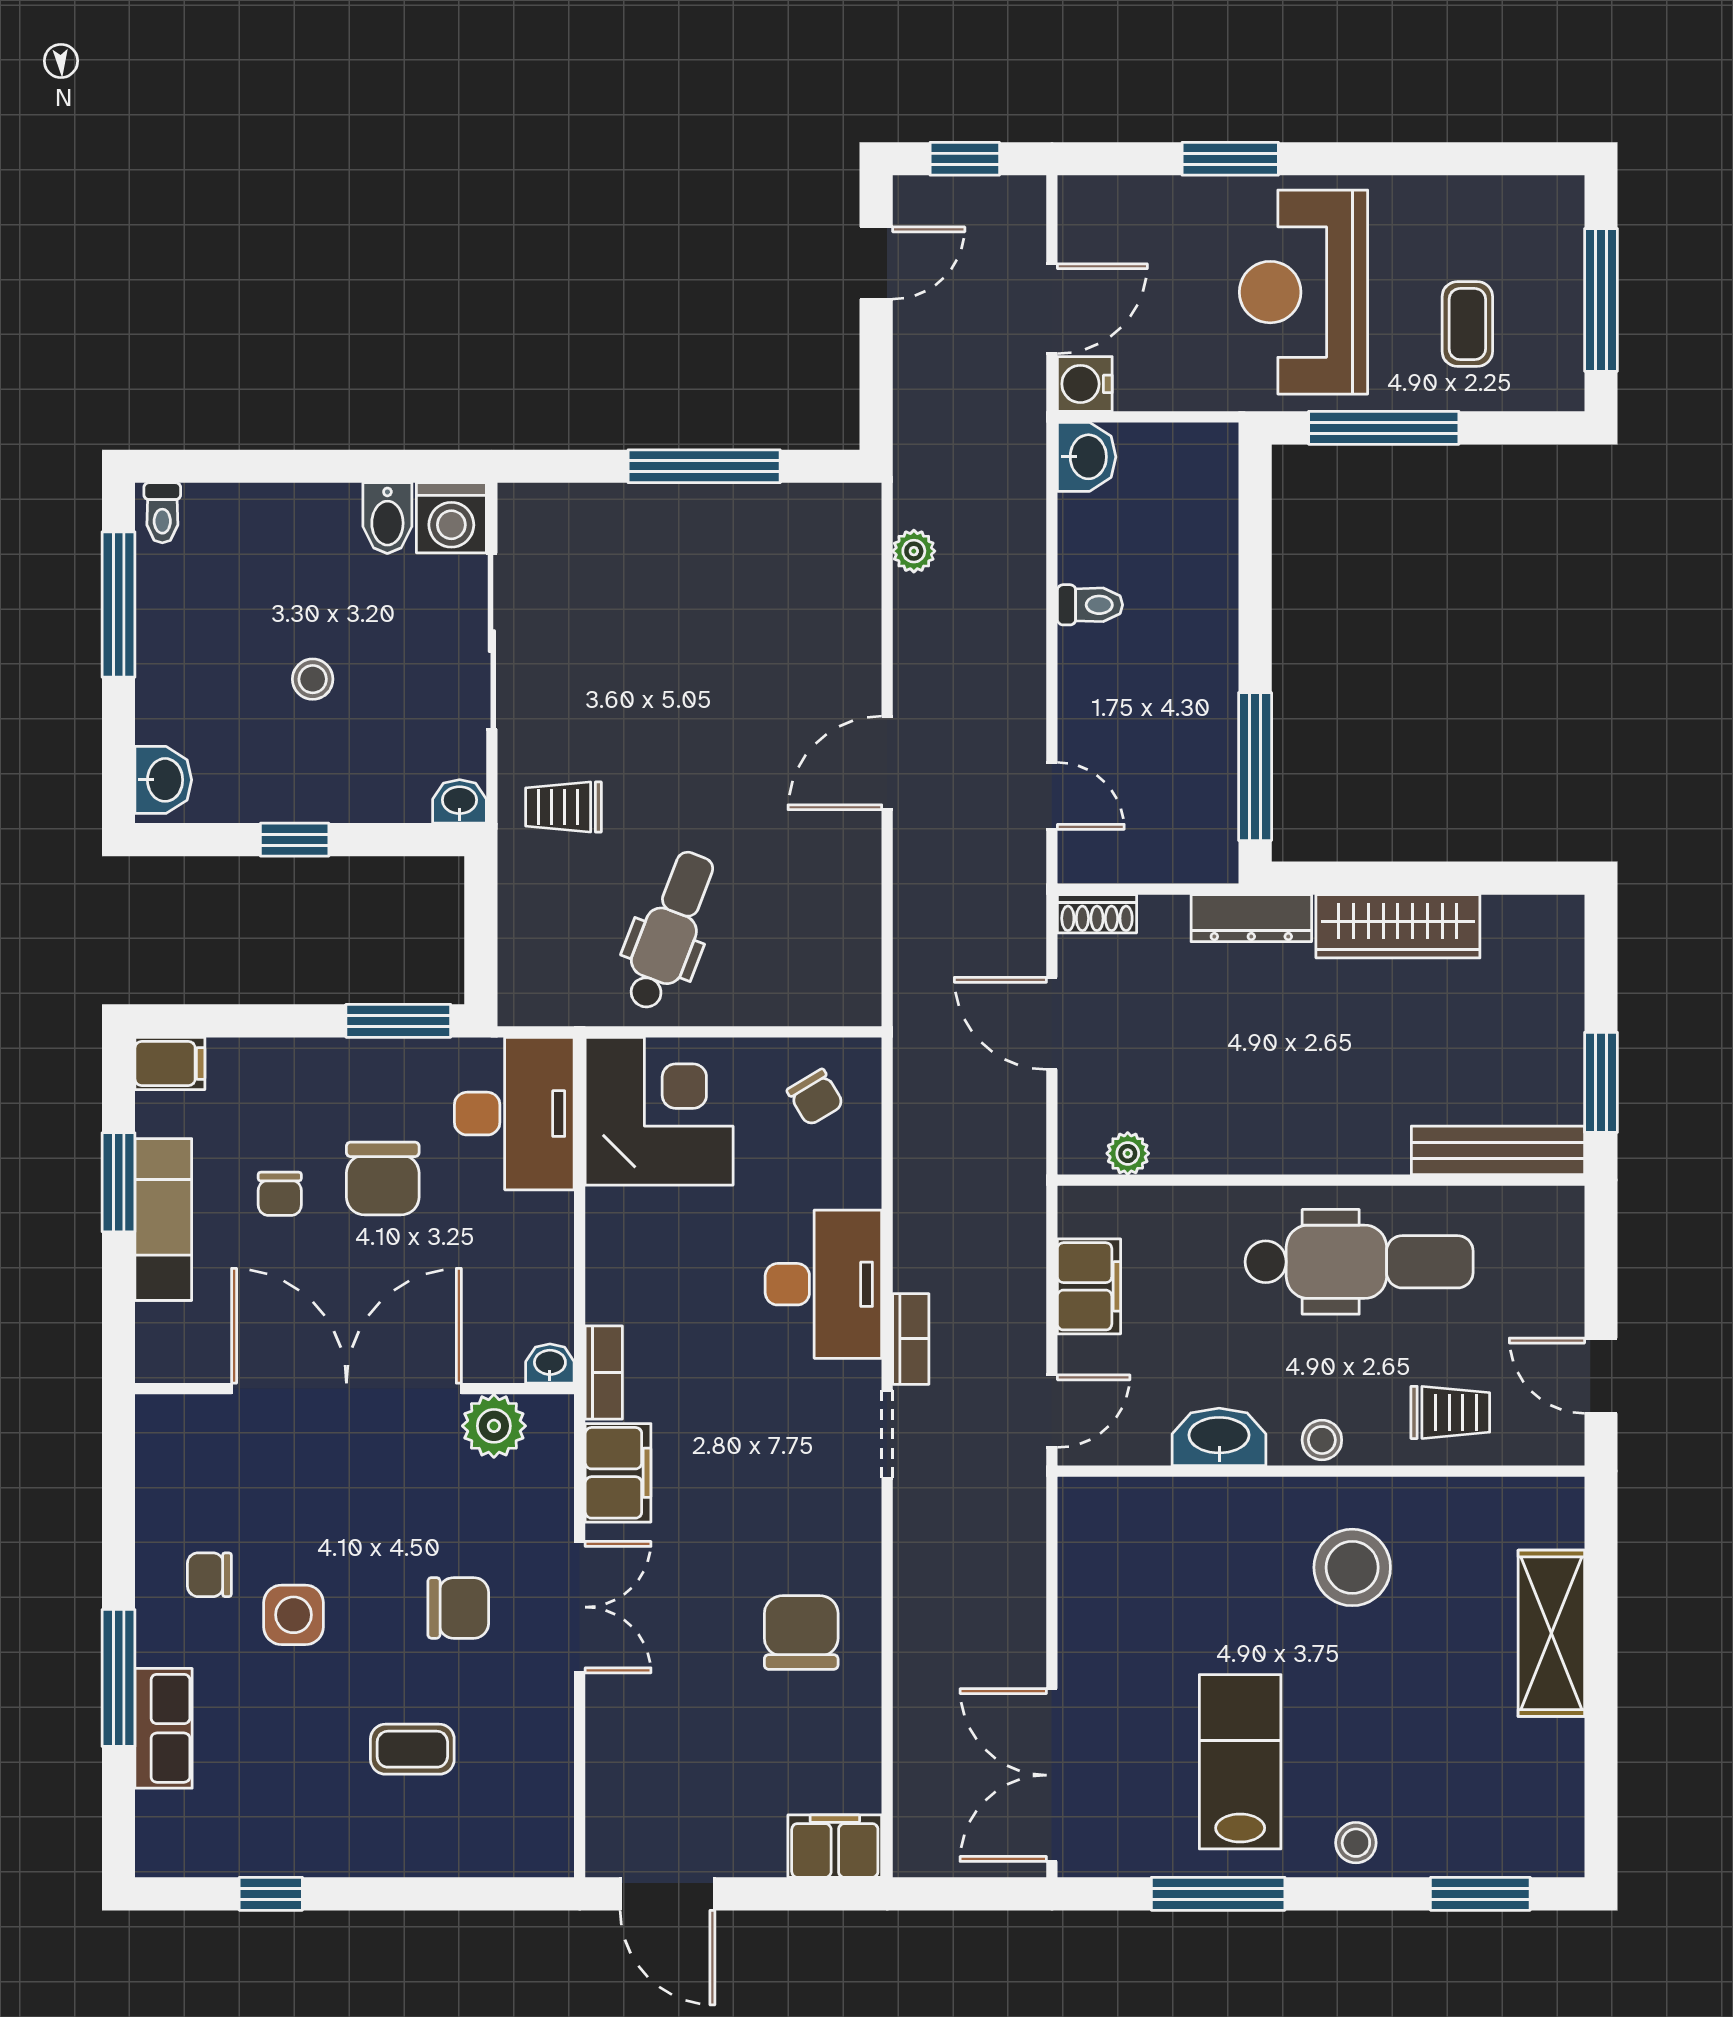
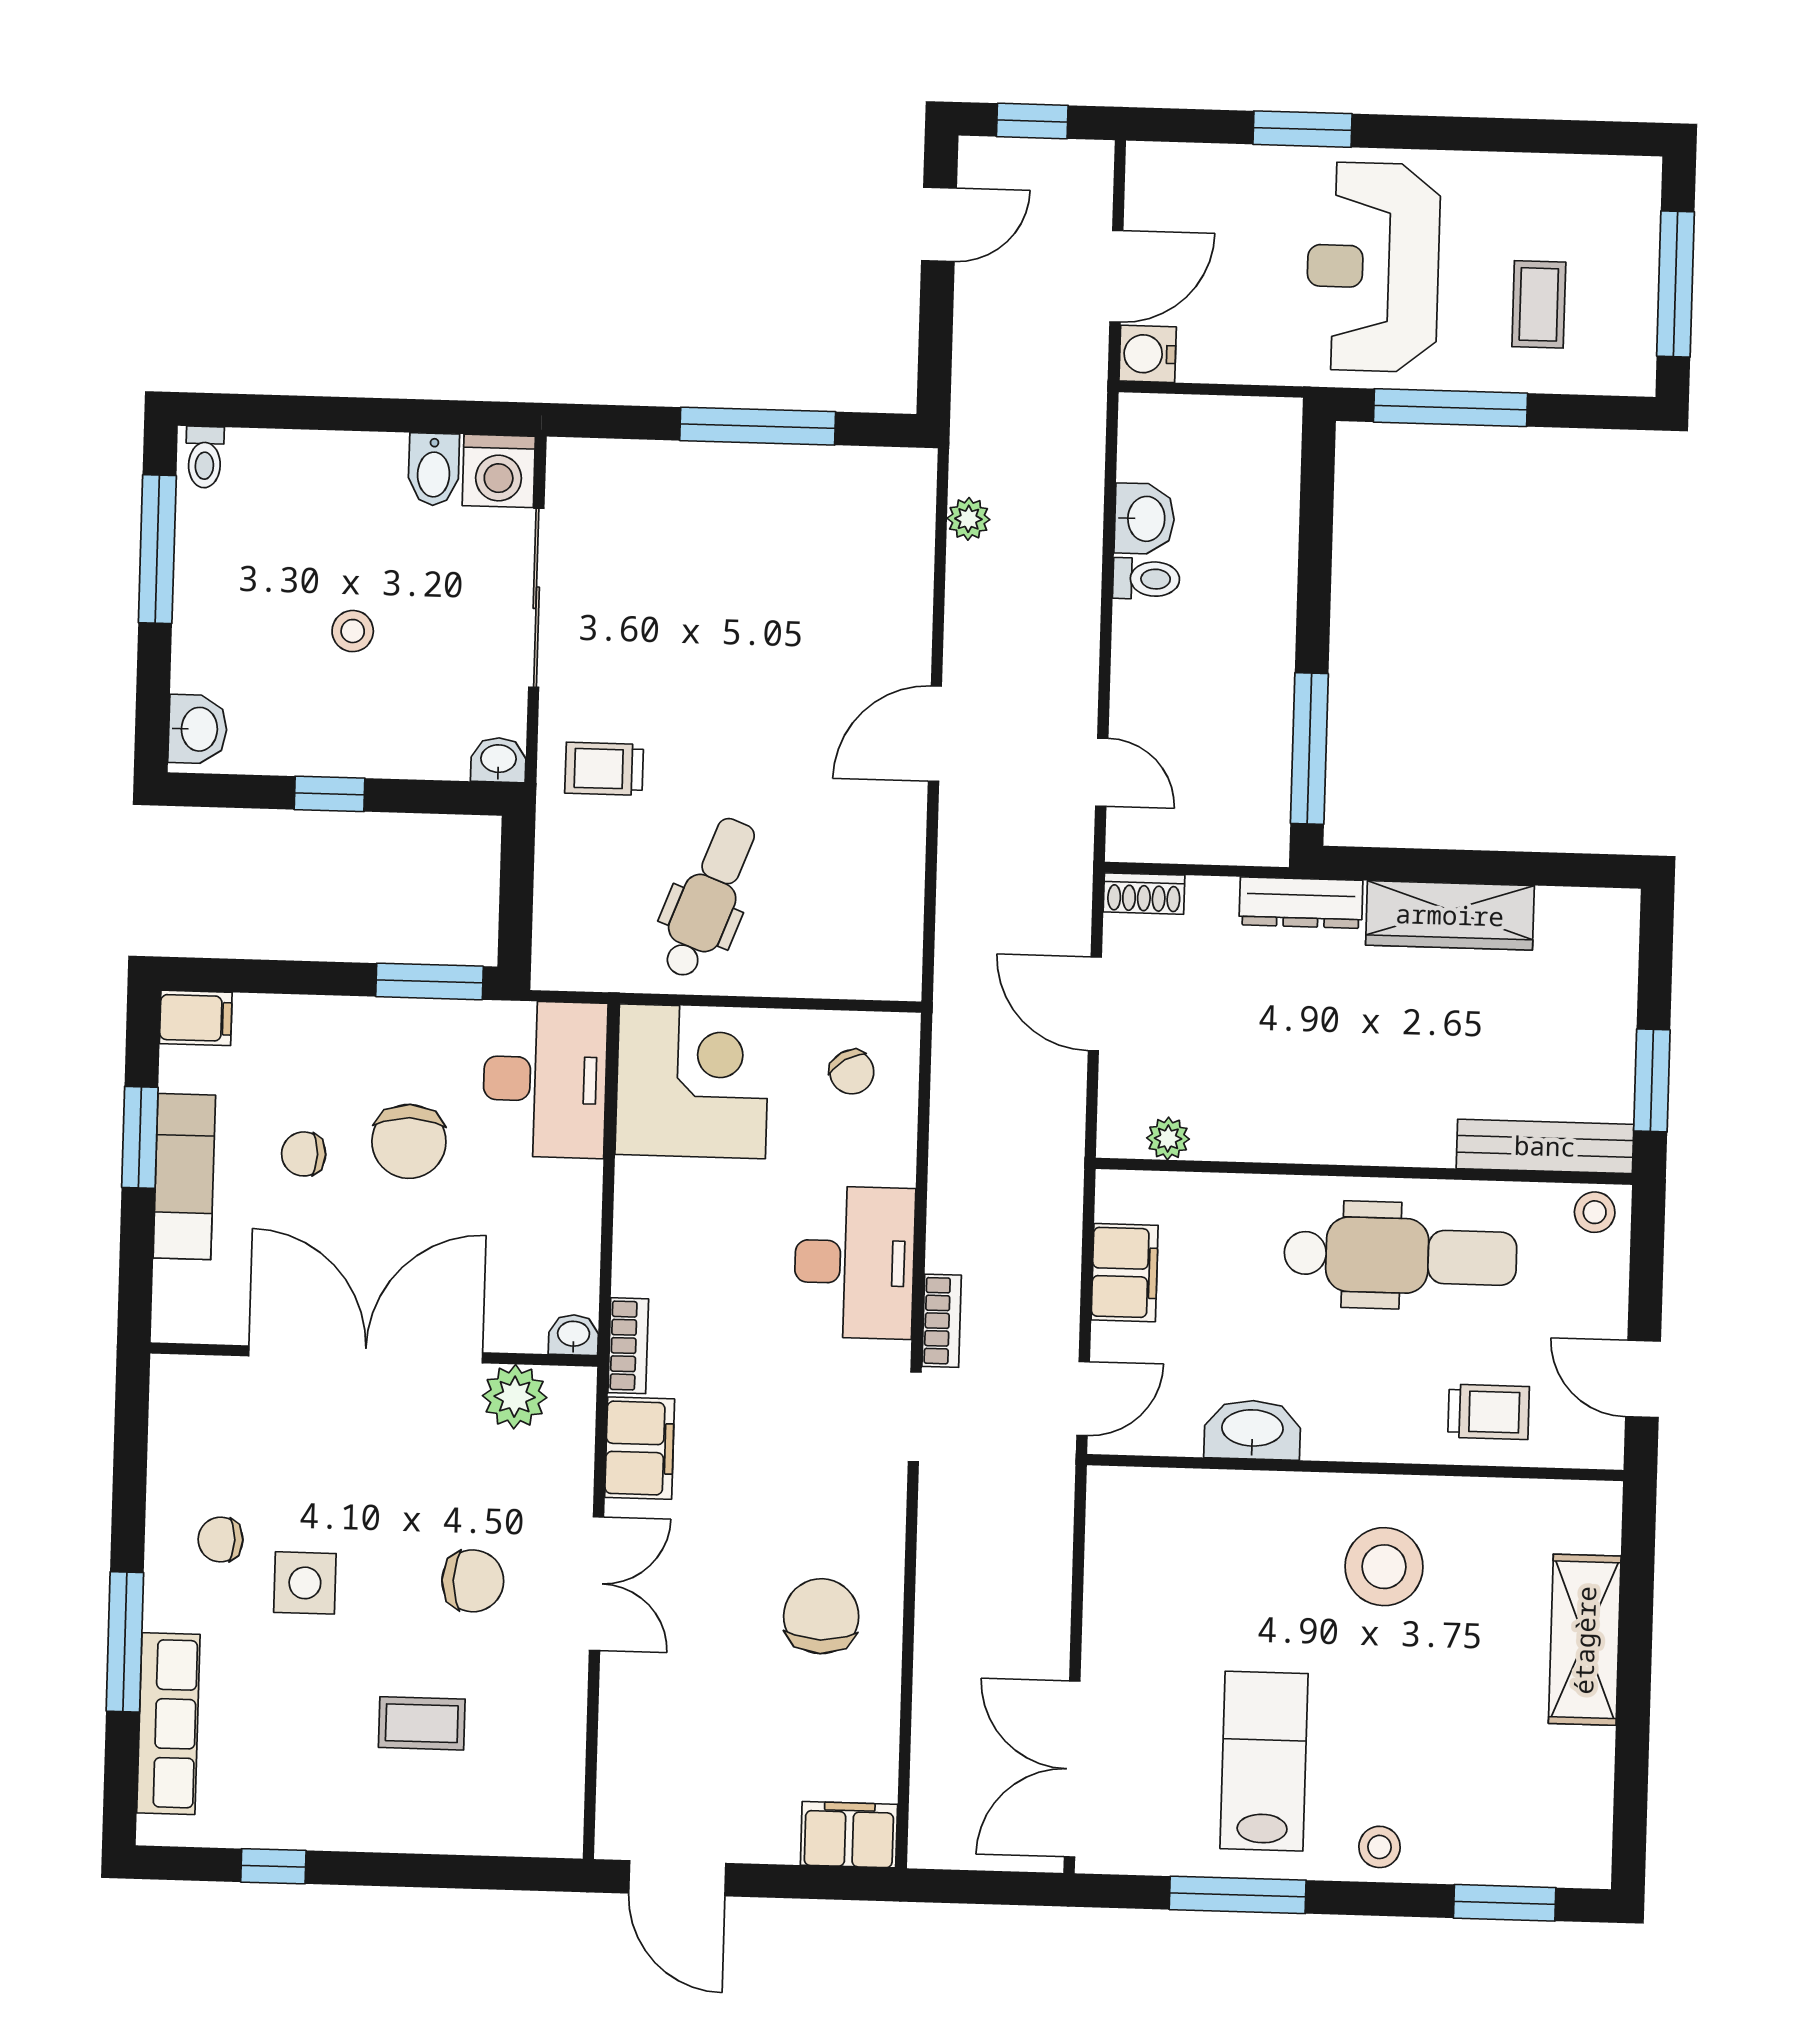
washbasin: (1087, 457) -> (1145, 519), moved
chair: (280, 1194) -> (304, 1154), turned 90
stool: (1322, 1440) -> (1595, 1212), moved
row of seats: (164, 1728) -> (168, 1724), width x1.48

